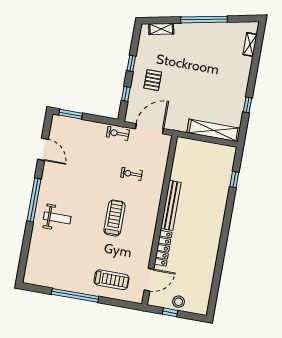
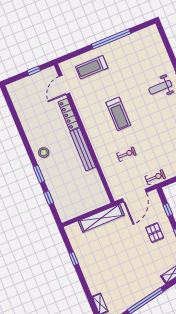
shelving: (214, 130) -> (101, 218), moved
window: (229, 209) -> (39, 174), added
stool: (179, 302) -> (44, 153), moved

